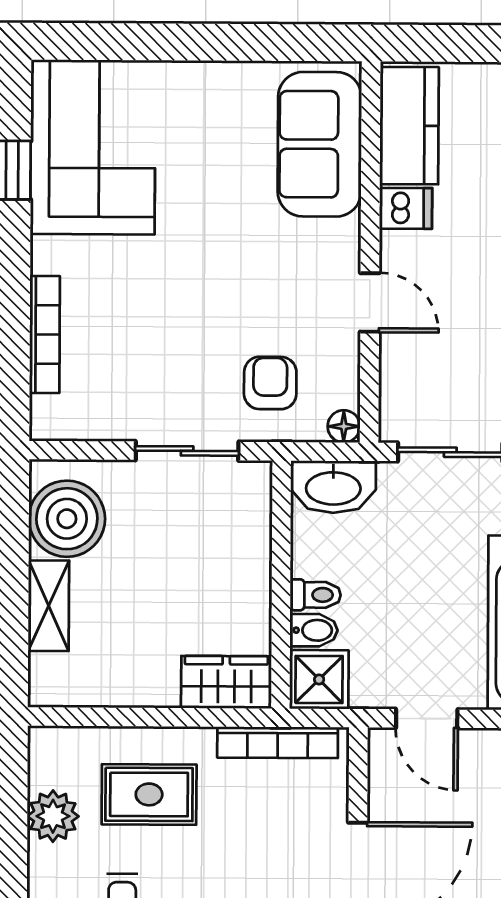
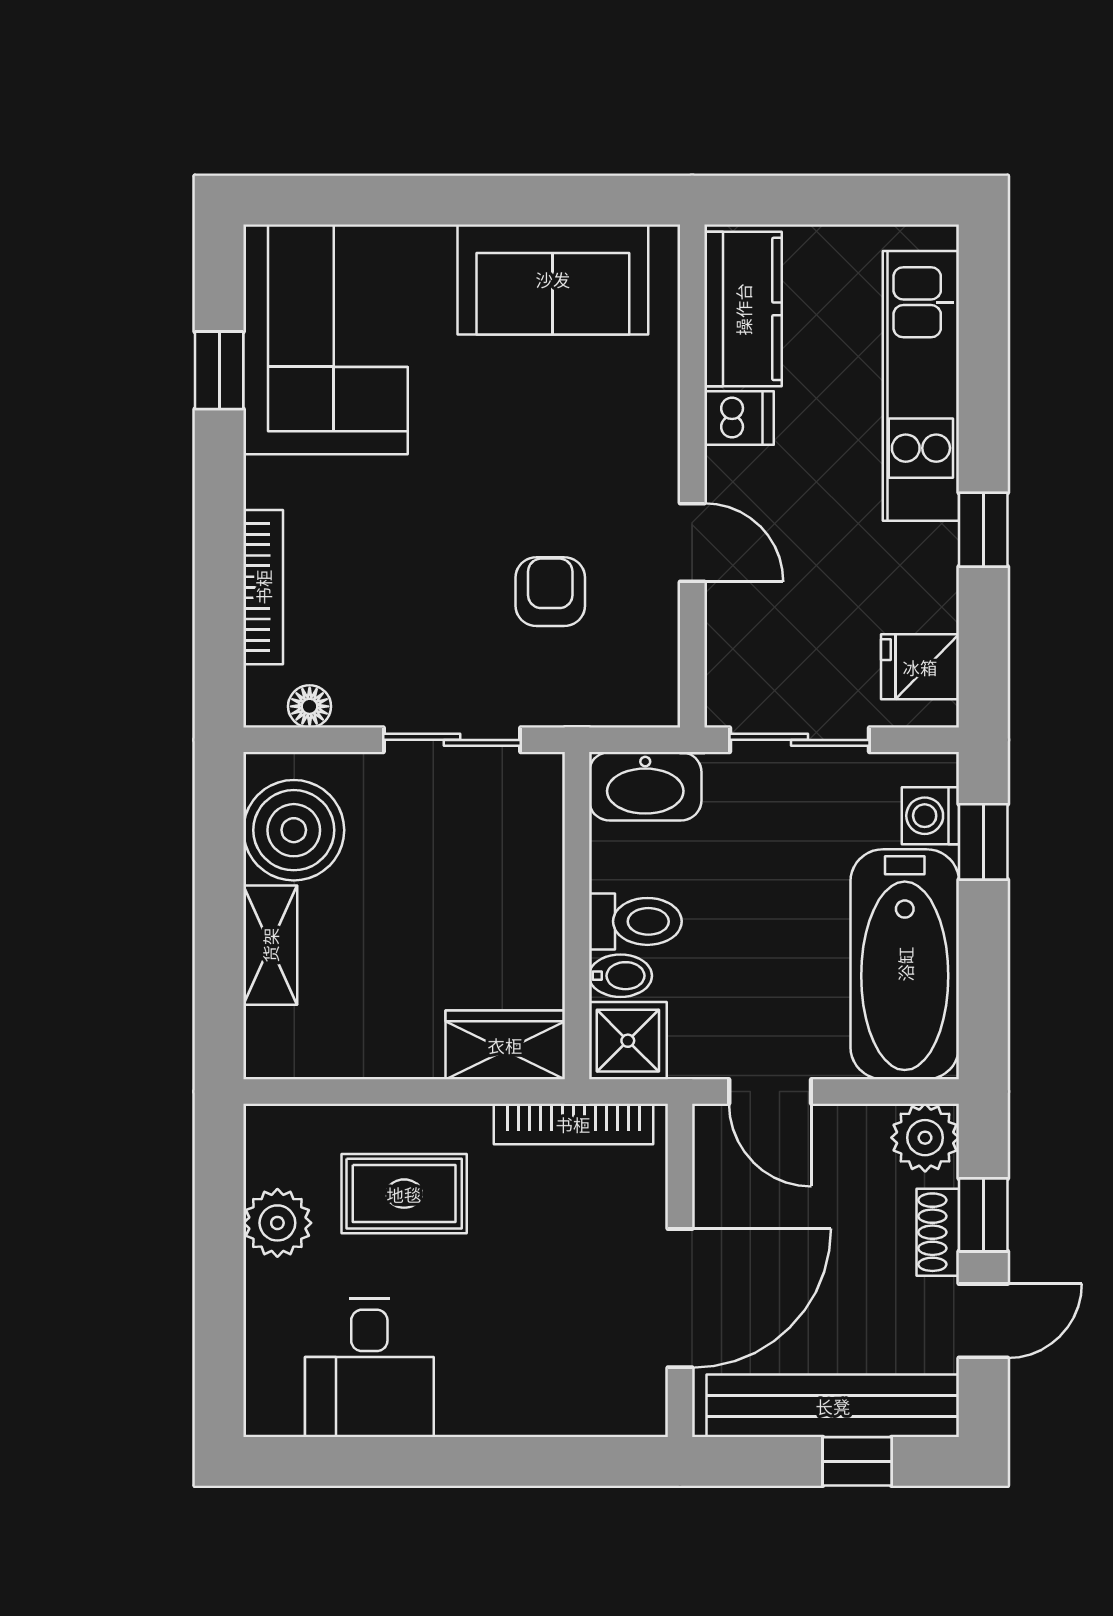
sofa: (320, 144) -> (553, 279), moved, turned -90
armchair: (270, 383) -> (550, 592), moved
floor lamp: (344, 426) -> (310, 706), moved
toilet: (315, 595) -> (635, 921), width x1.37, depth x1.39

